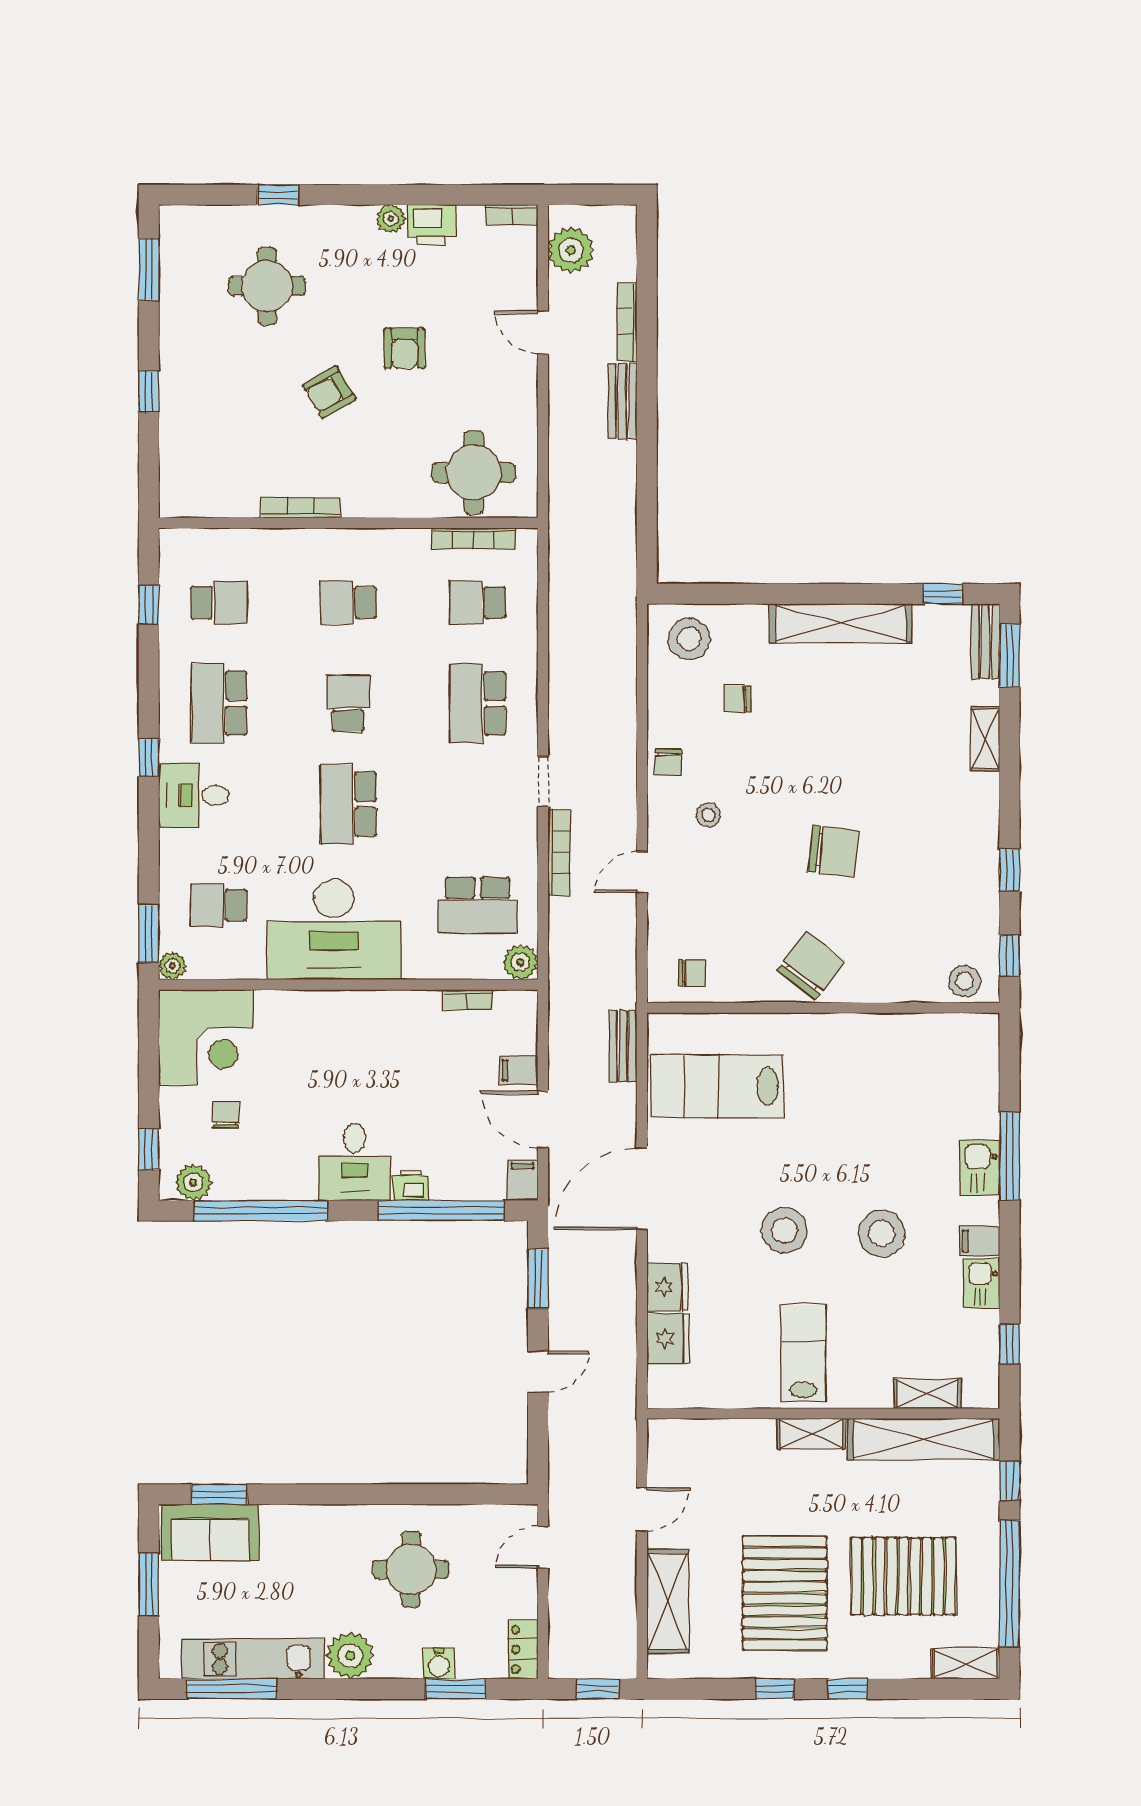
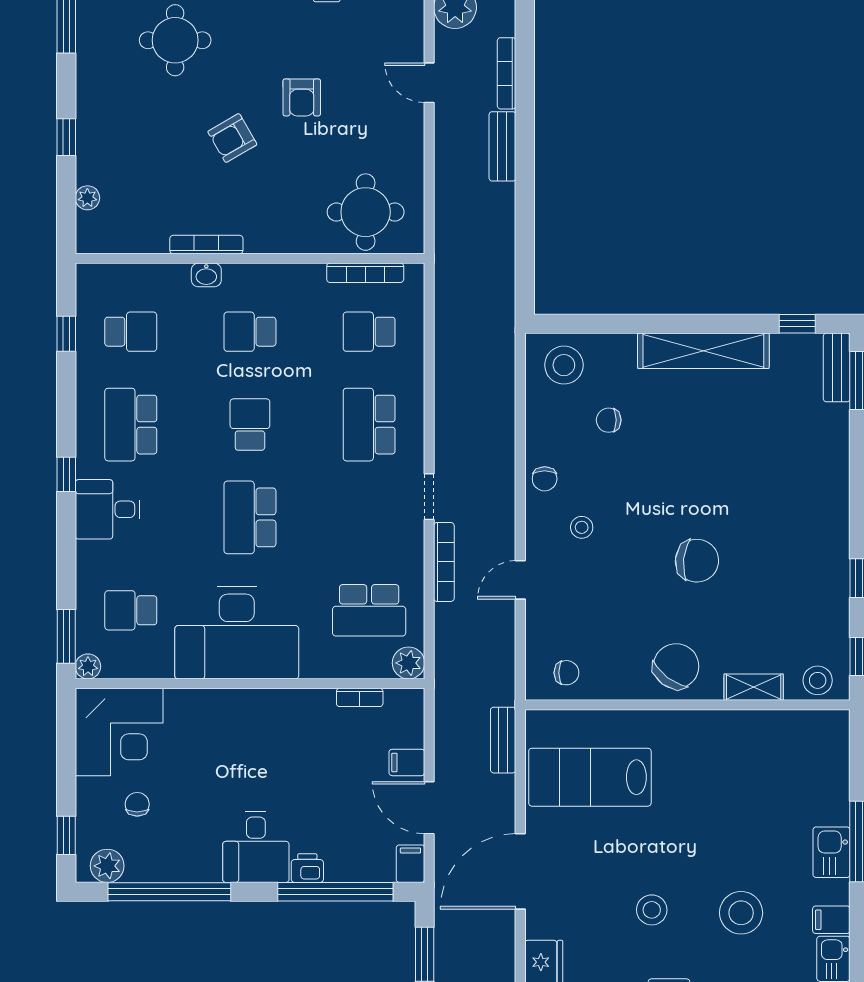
plant: (172, 457) -> (87, 198), added
washbasin: (301, 541) -> (206, 275), added
shelving: (985, 739) -> (754, 687), moved, turned 90
stool: (784, 1230) -> (652, 910), width x0.73, depth x0.73

